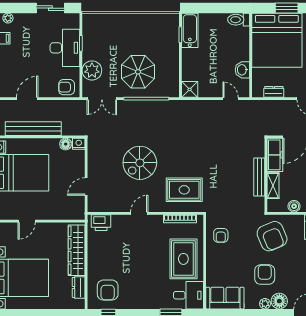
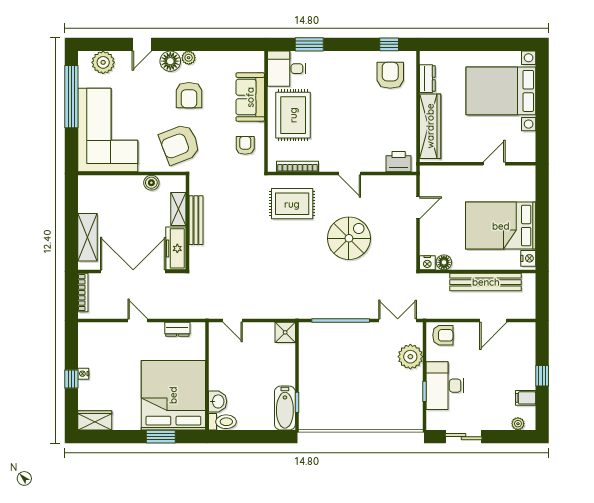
washbasin: (242, 70) -> (218, 401), moved
parasol: (138, 72) -> (351, 355), removed
door: (139, 213) -> (350, 174), hinge flipped
armchair: (272, 236) -> (180, 144), turned -88
sofa: (225, 298) -> (250, 97), moved, turned 90

